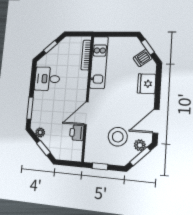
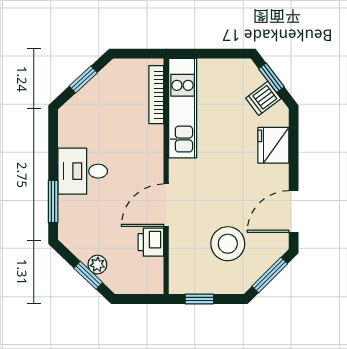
desk: (47, 79) -> (83, 171), moved
plant: (40, 132) -> (97, 265), moved
plant: (140, 145) -> (268, 256), removed

